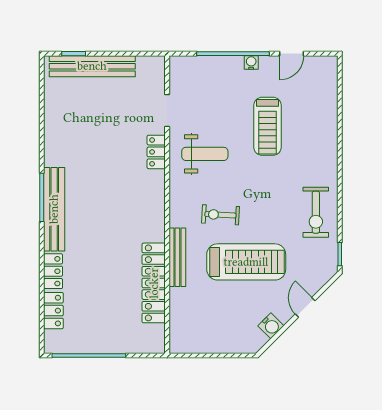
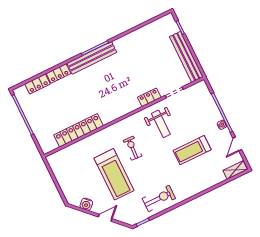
door: (291, 54) -> (237, 144), hinge flipped
bench: (92, 66) -> (186, 57), moved
shelving: (329, 76) -> (235, 170), added
exercise bike: (316, 212) -> (159, 198), turned 180
bench: (177, 257) -> (98, 136), removed

